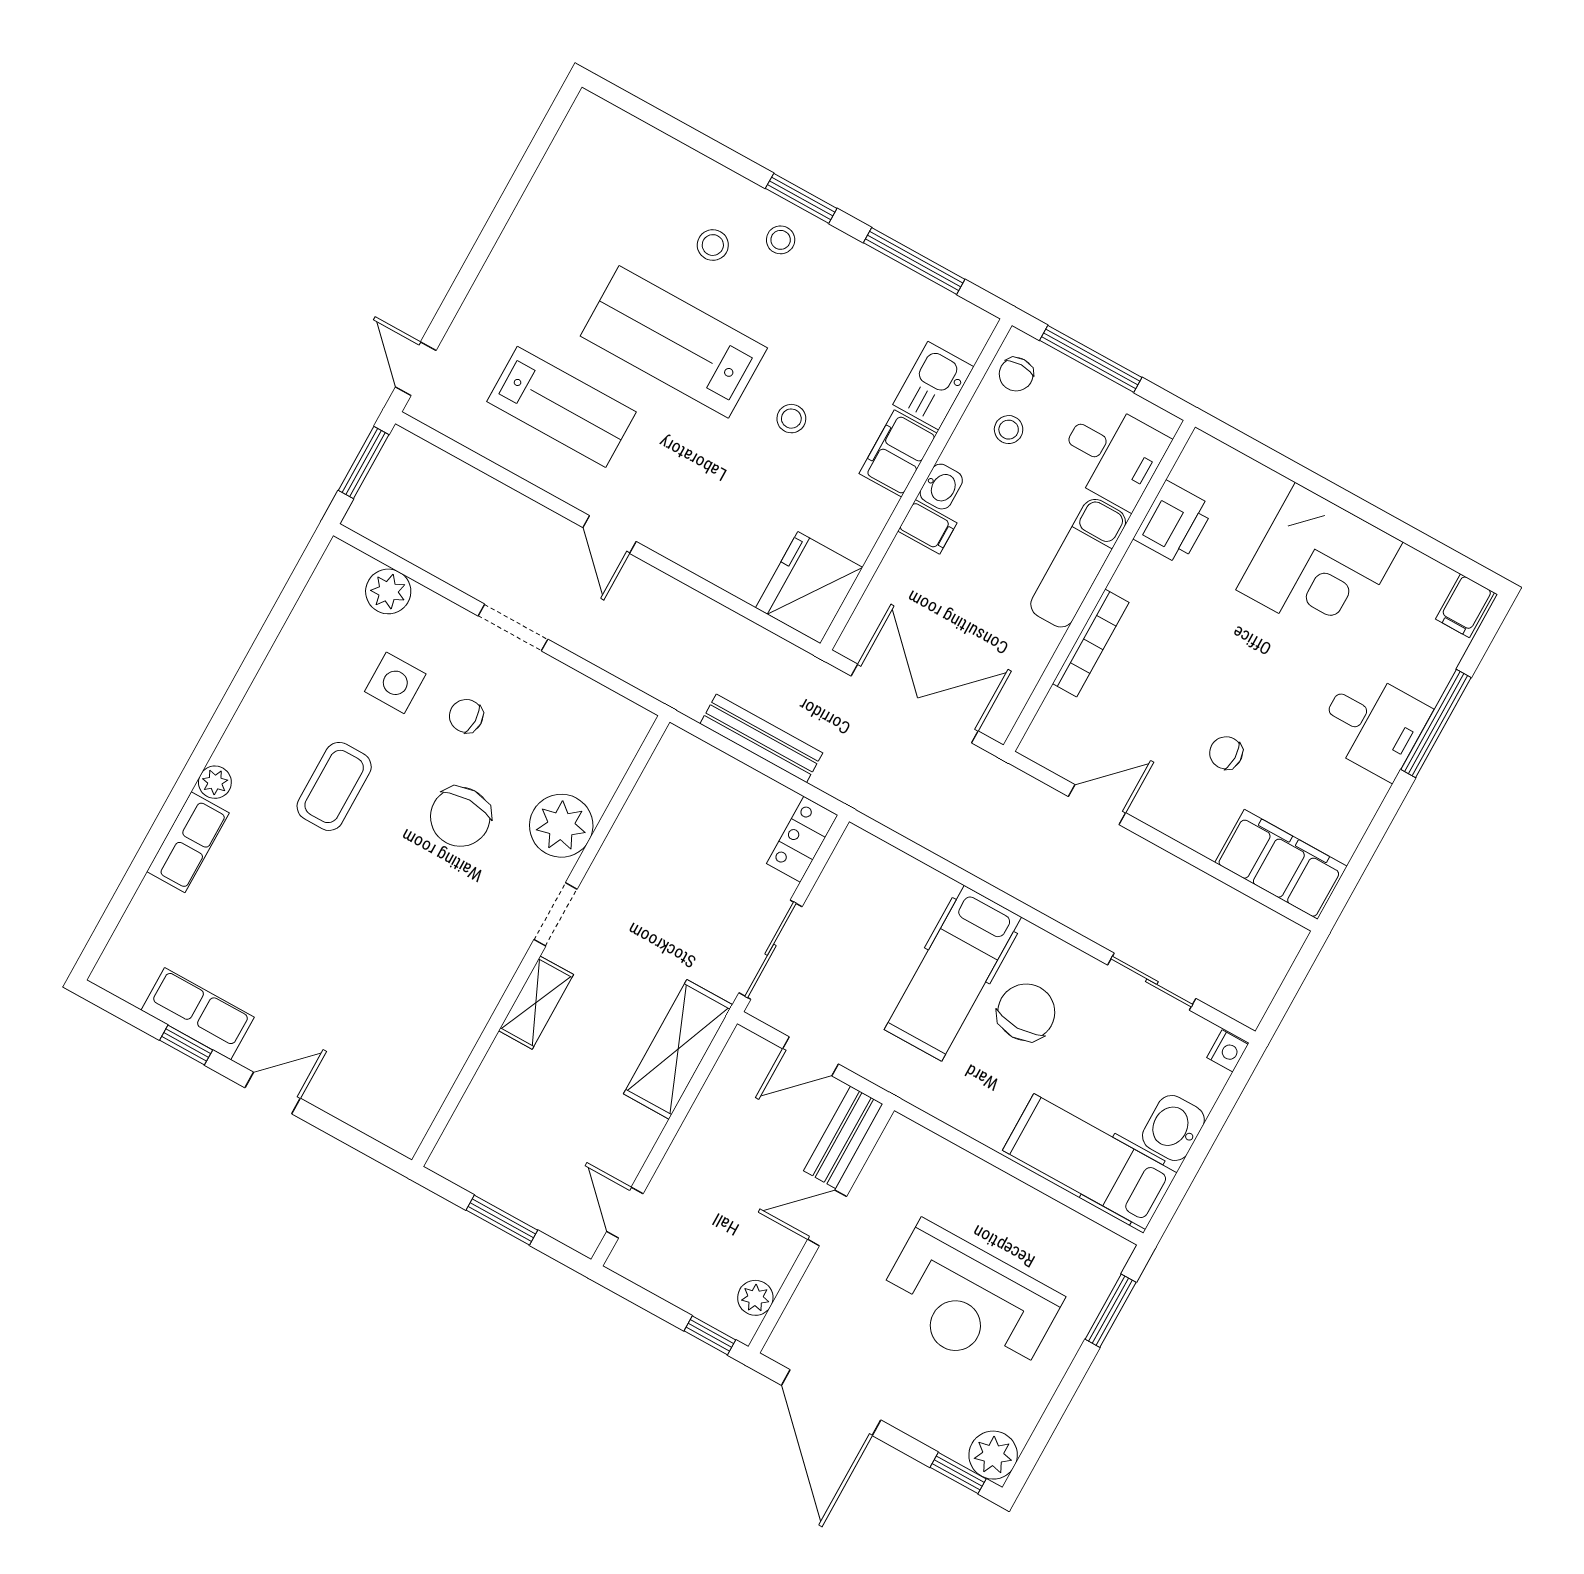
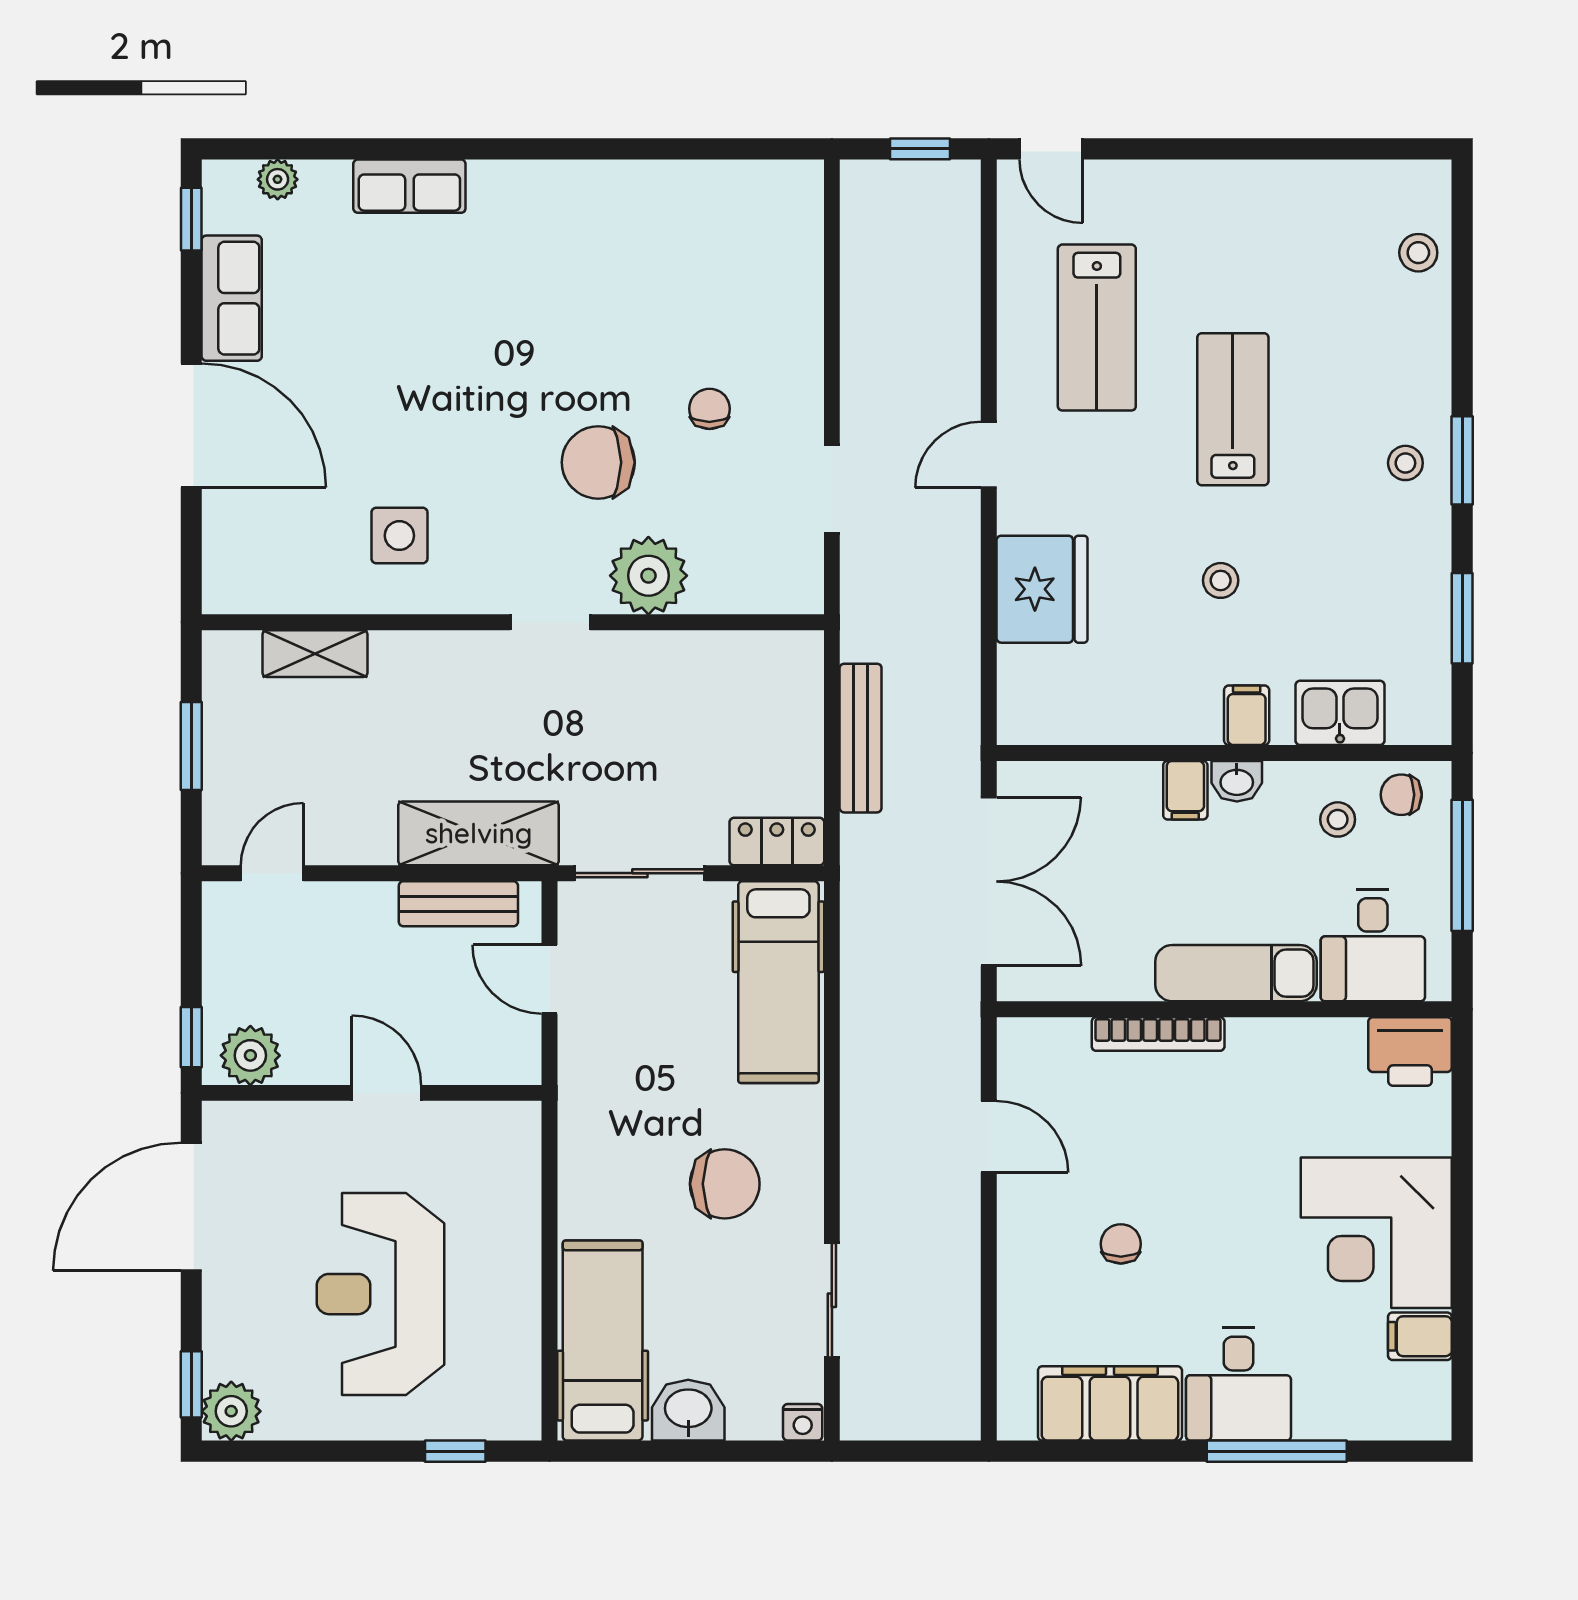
stool: (713, 245) -> (1418, 253), moved
window: (914, 261) -> (1462, 618), width x0.69
lab bench: (674, 342) -> (1233, 409), width x0.73, depth x0.72
door: (416, 369) -> (1051, 149), swing flipped
filing cabinet: (898, 453) -> (1247, 715), width x0.50
window: (364, 462) -> (920, 149), width x0.67
printer: (1174, 523) -> (1410, 1051), moved
fridge: (809, 588) -> (1042, 589), moved, turned 90
plant: (388, 591) -> (797, 252), removed
filing cabinet: (1465, 606) -> (1420, 1336), moved
doorway: (513, 628) -> (832, 489), moved
side table: (395, 683) -> (399, 536), moved
plant: (215, 782) -> (278, 179), moved
coffee table: (334, 786) -> (556, 309), removed
filing cabinet: (1281, 864) -> (1110, 1403), moved, turned -90
hospital bed: (953, 973) -> (778, 982), moved, turned -90
shelving: (536, 1003) -> (315, 654), moved
window: (186, 1045) -> (191, 219), moved
door: (273, 1093) -> (191, 425), width x1.88
bench: (843, 1137) -> (458, 904), moved
plant: (755, 1298) -> (250, 1055), width x1.38, depth x1.38
window: (1111, 1311) -> (455, 1451), width x0.67

